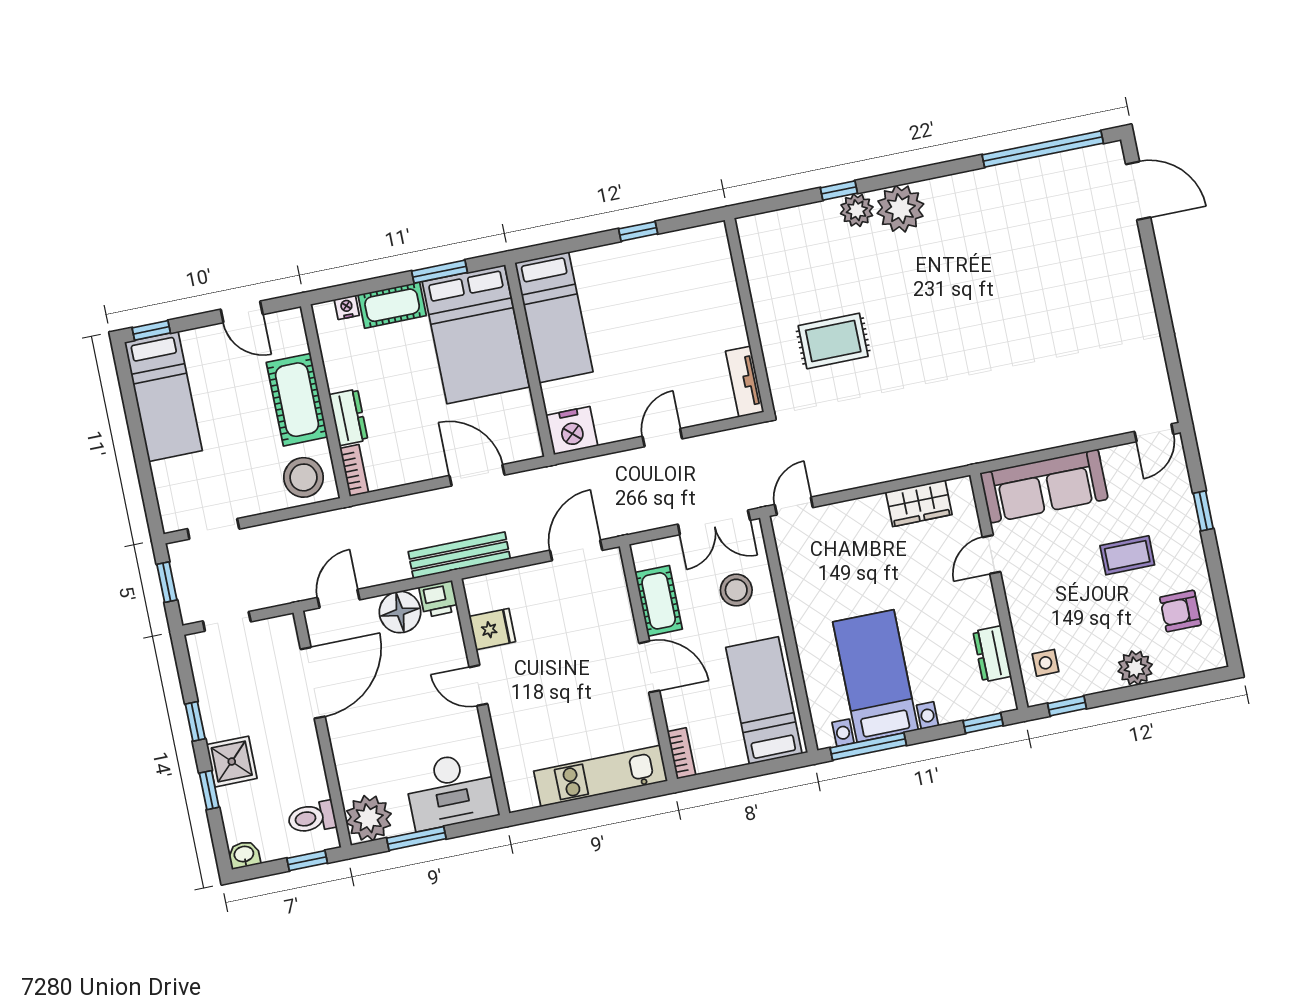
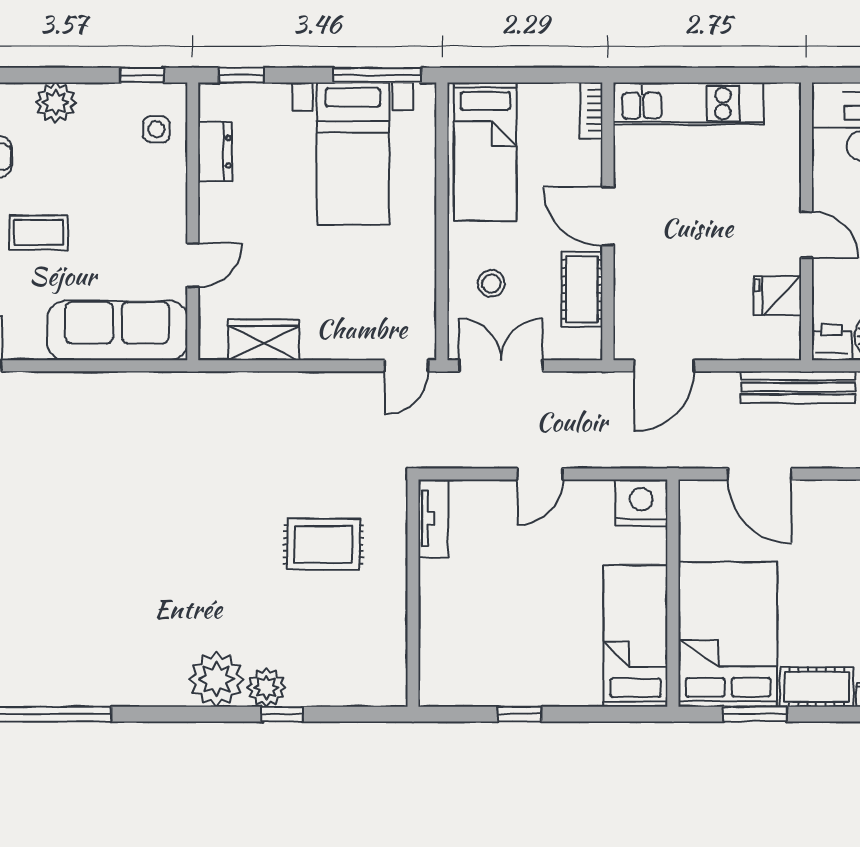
stool: (736, 590) -> (491, 284), width x0.73, depth x0.73

